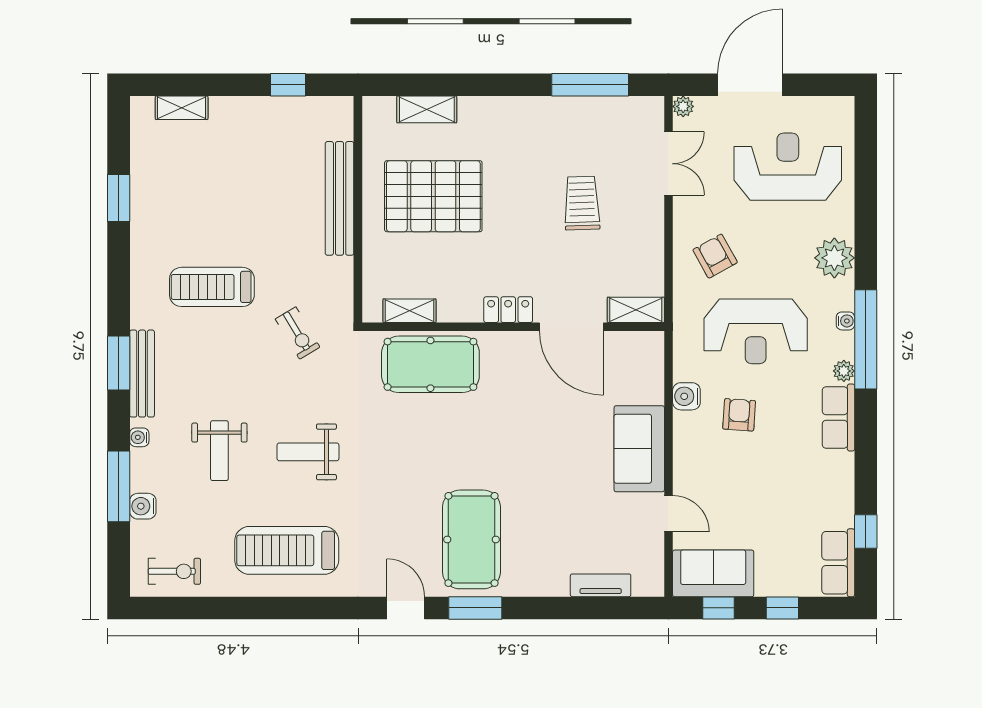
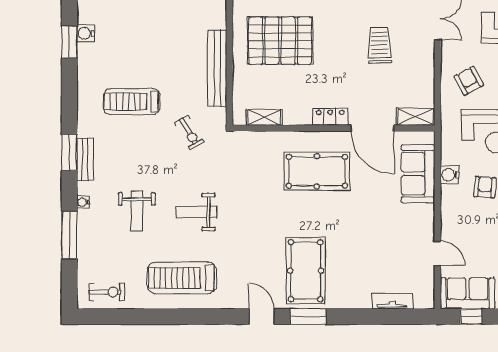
bench: (340, 198) -> (217, 68), moved
pool table: (430, 364) -> (317, 171), moved
bench: (142, 374) -> (85, 160), width x0.73
sofa: (639, 449) -> (418, 174), moved
water cooler: (143, 506) -> (85, 33), moved

